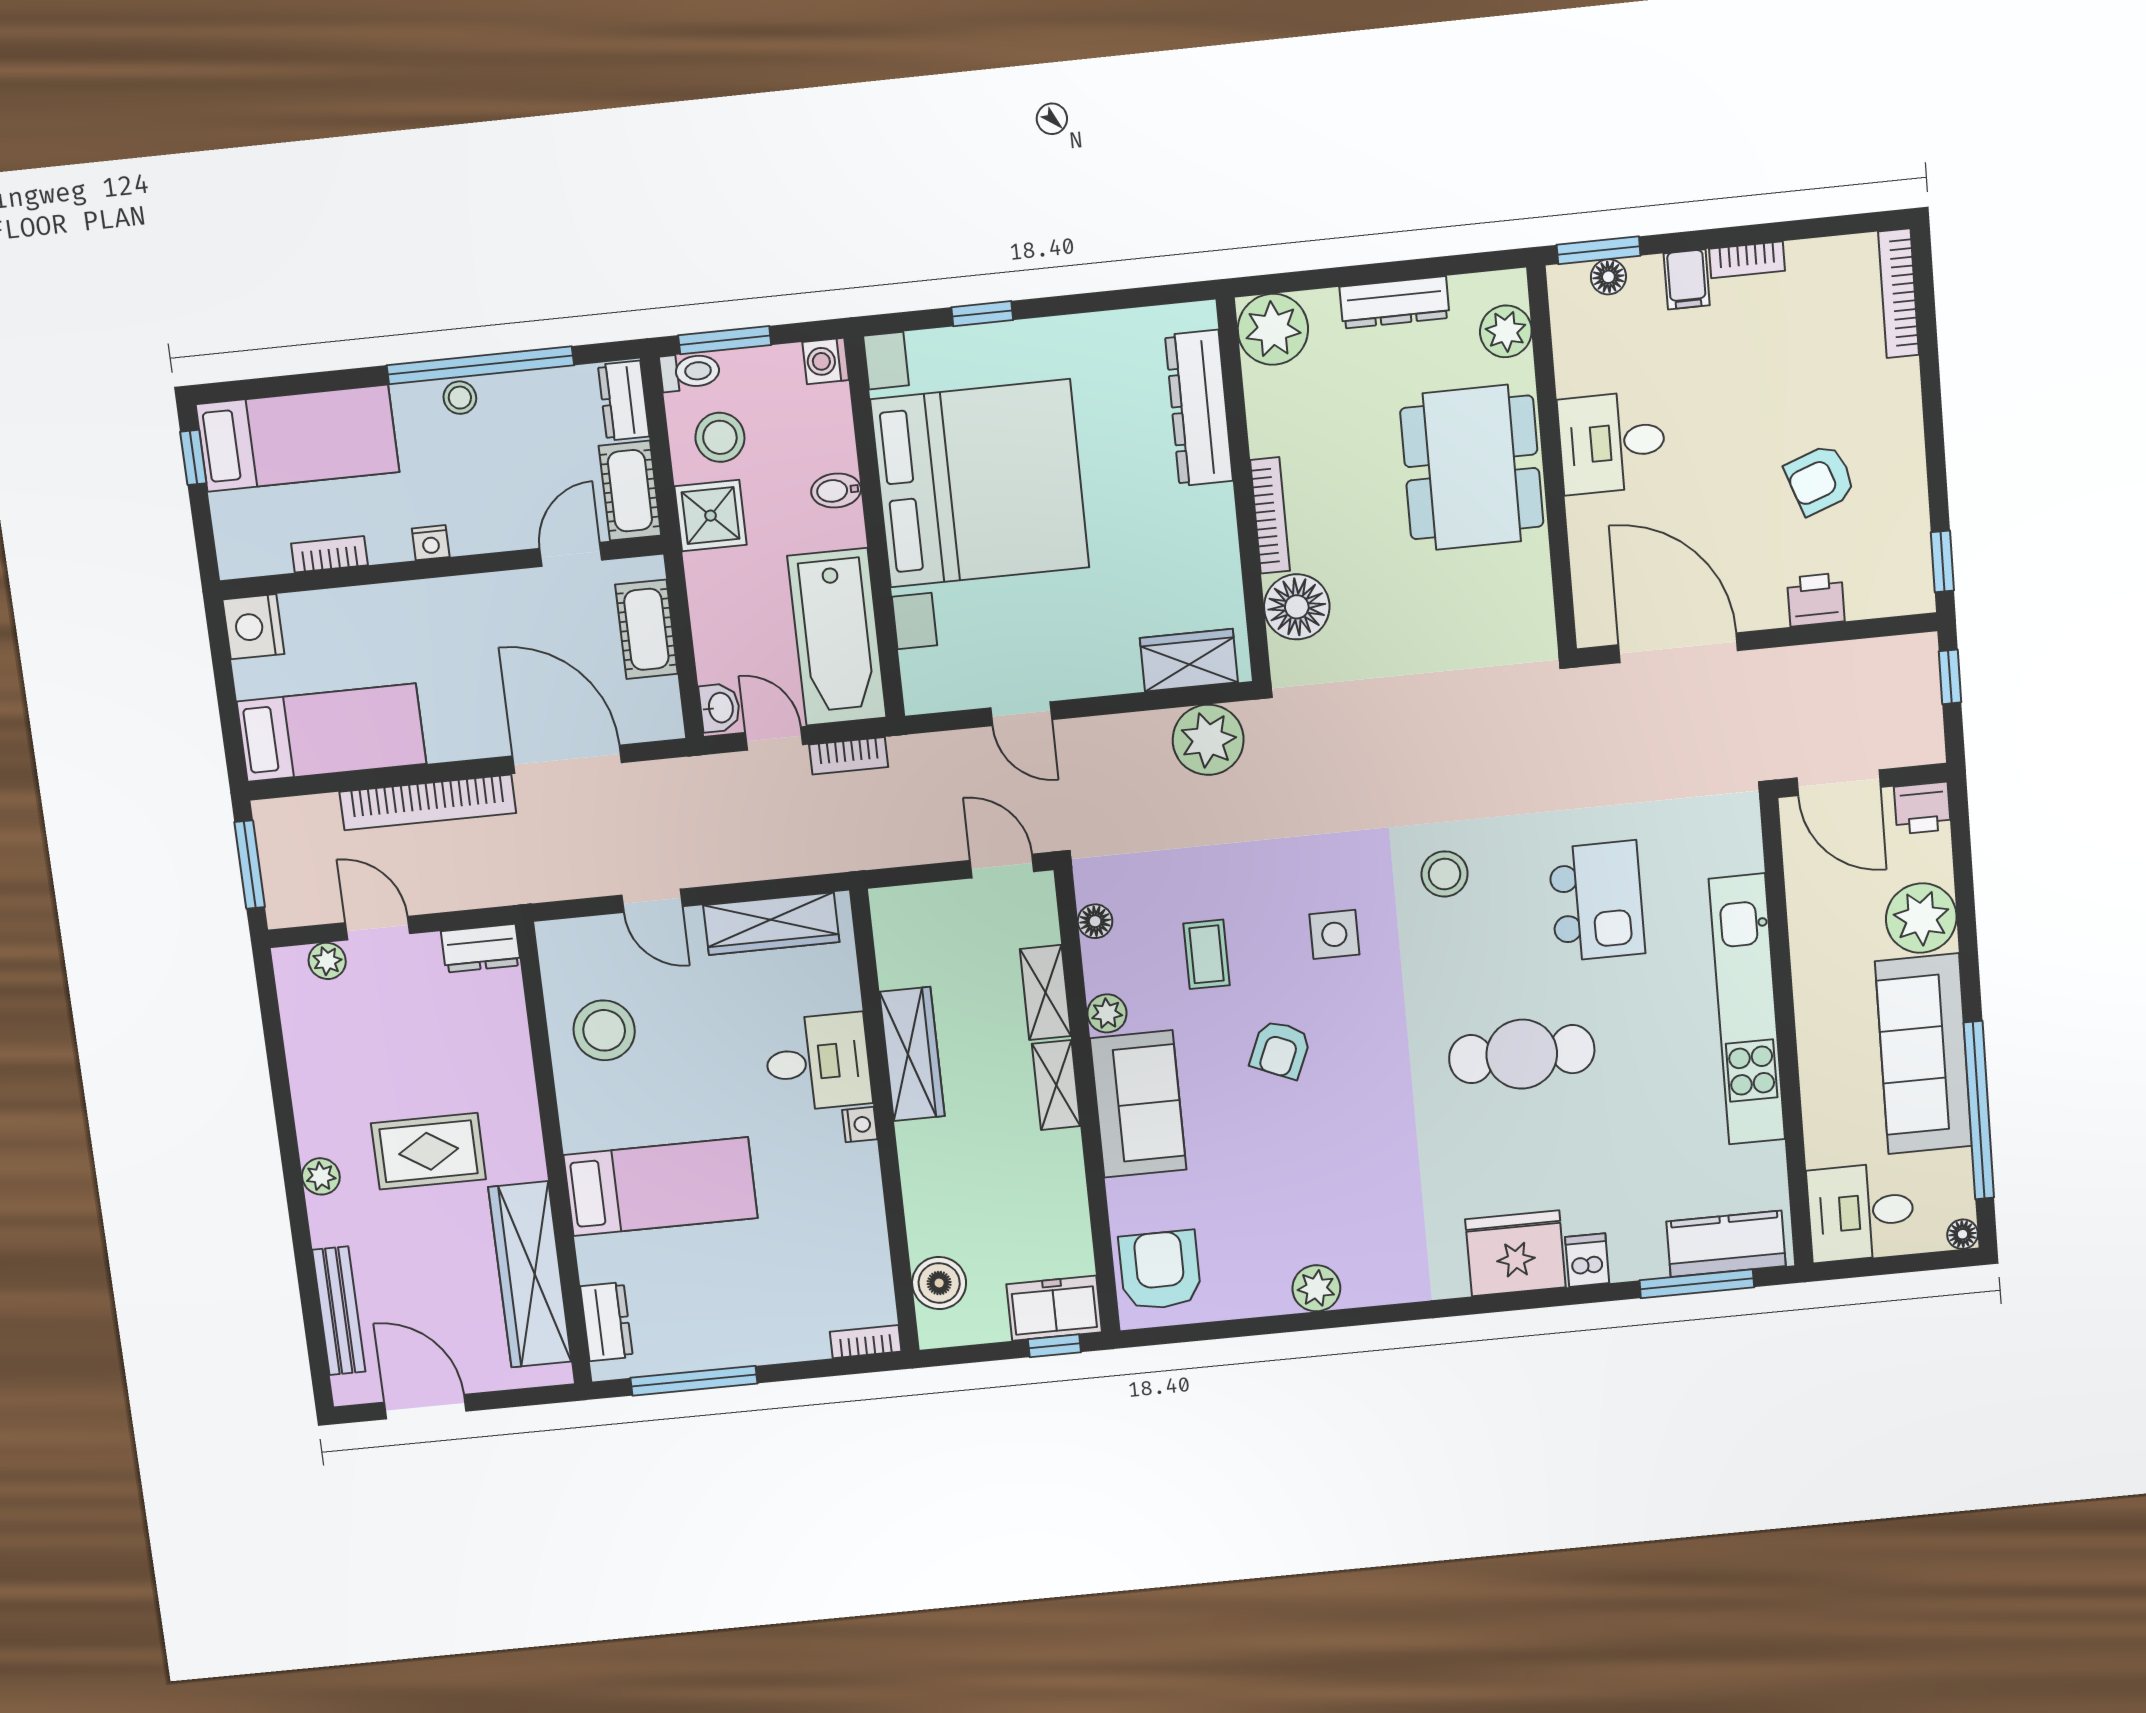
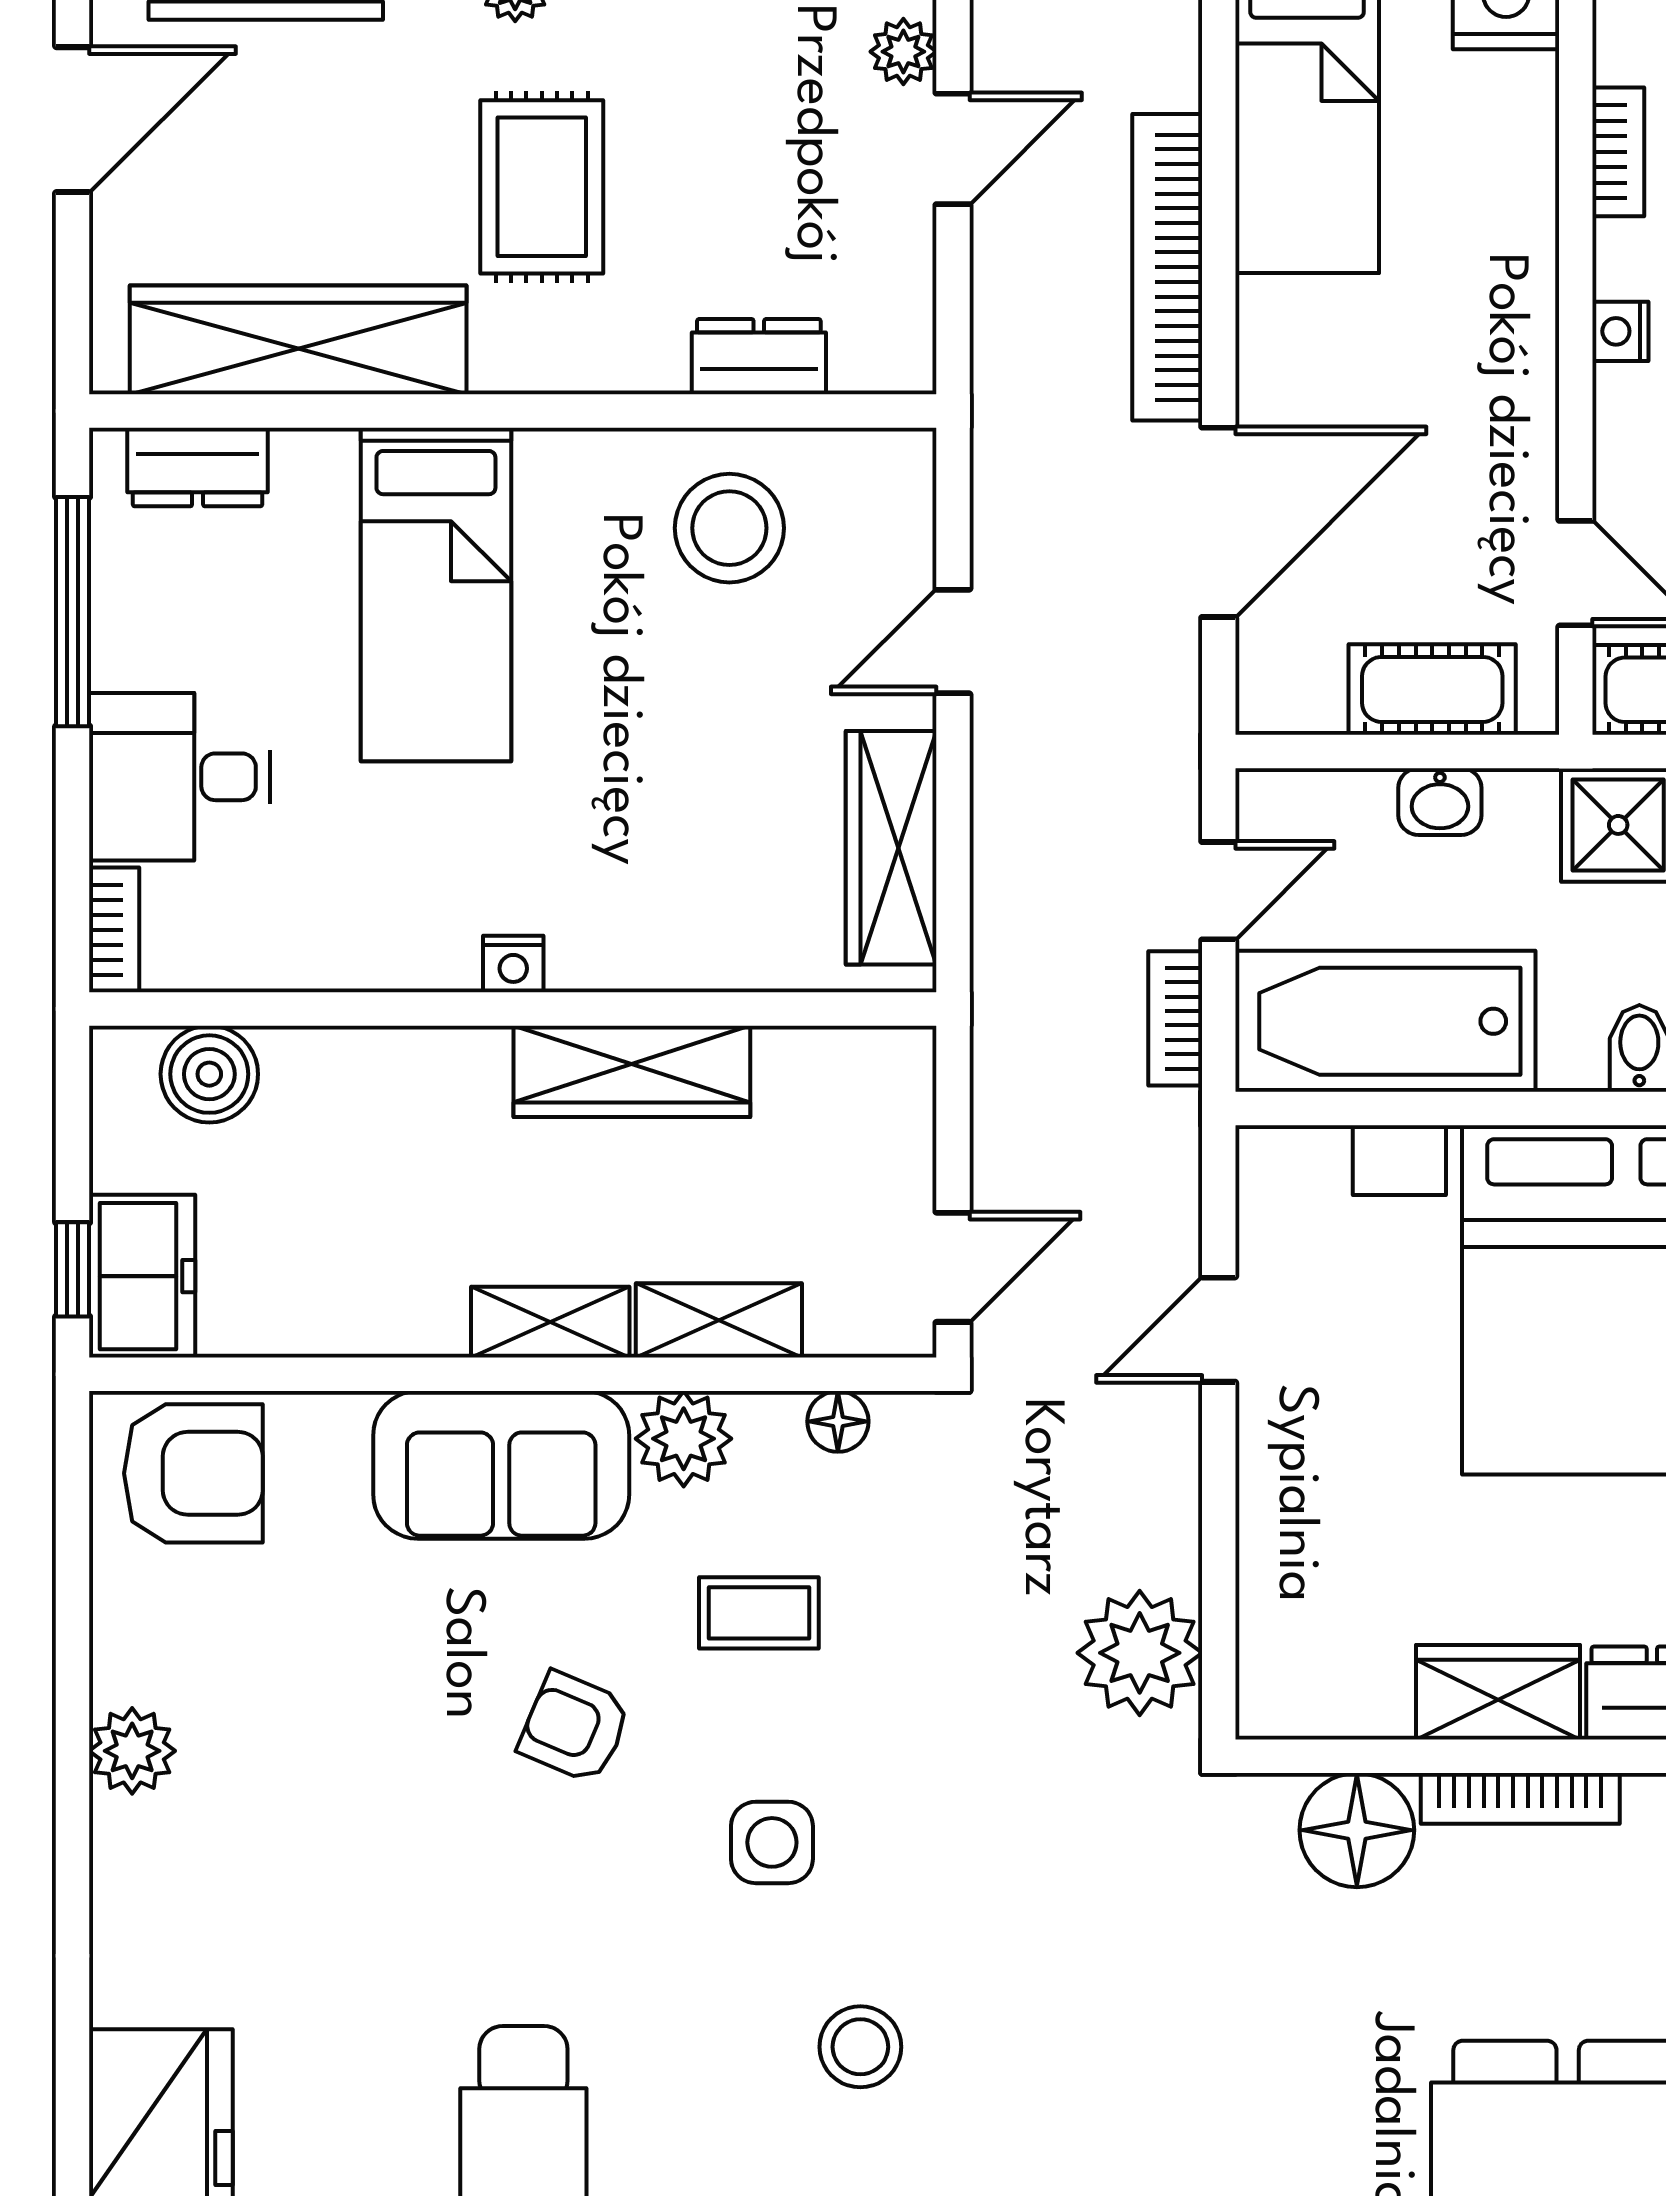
wardrobe: (1189, 660) -> (1498, 1692), moved, turned -90
washbasin: (720, 708) -> (1440, 802), moved
dresser: (481, 948) -> (759, 357), moved, turned 90
plant: (1107, 1013) -> (684, 1439), width x1.38, depth x1.38
desk: (818, 1062) -> (180, 777), moved, turned 90

